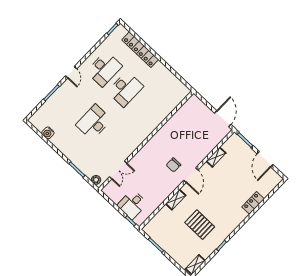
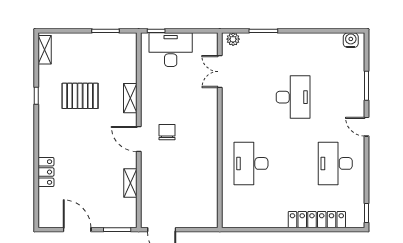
desk: (125, 89) -> (251, 163), moved
water cooler: (48, 133) -> (351, 40), moved
desk: (132, 204) -> (171, 50), width x1.37

